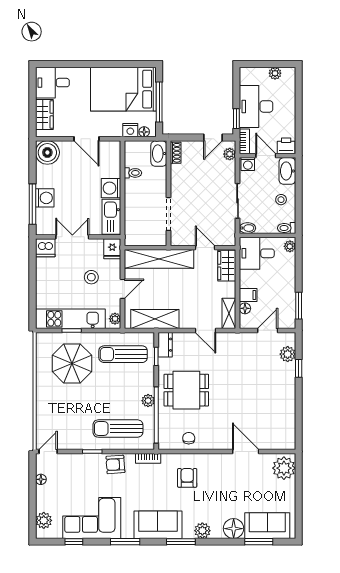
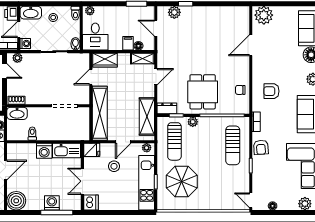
door: (123, 289) -> (123, 142), swing flipped
plant: (148, 401) -> (193, 122), moved

